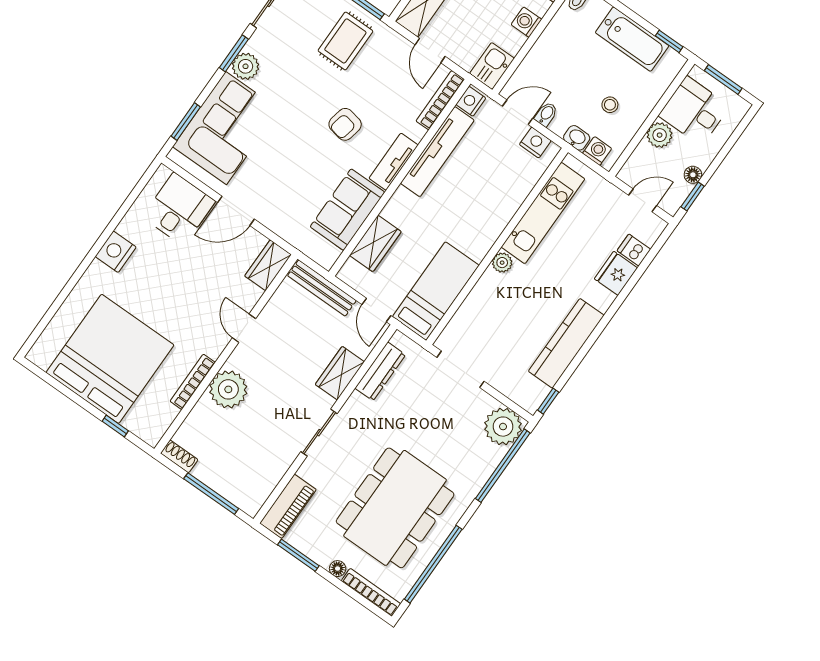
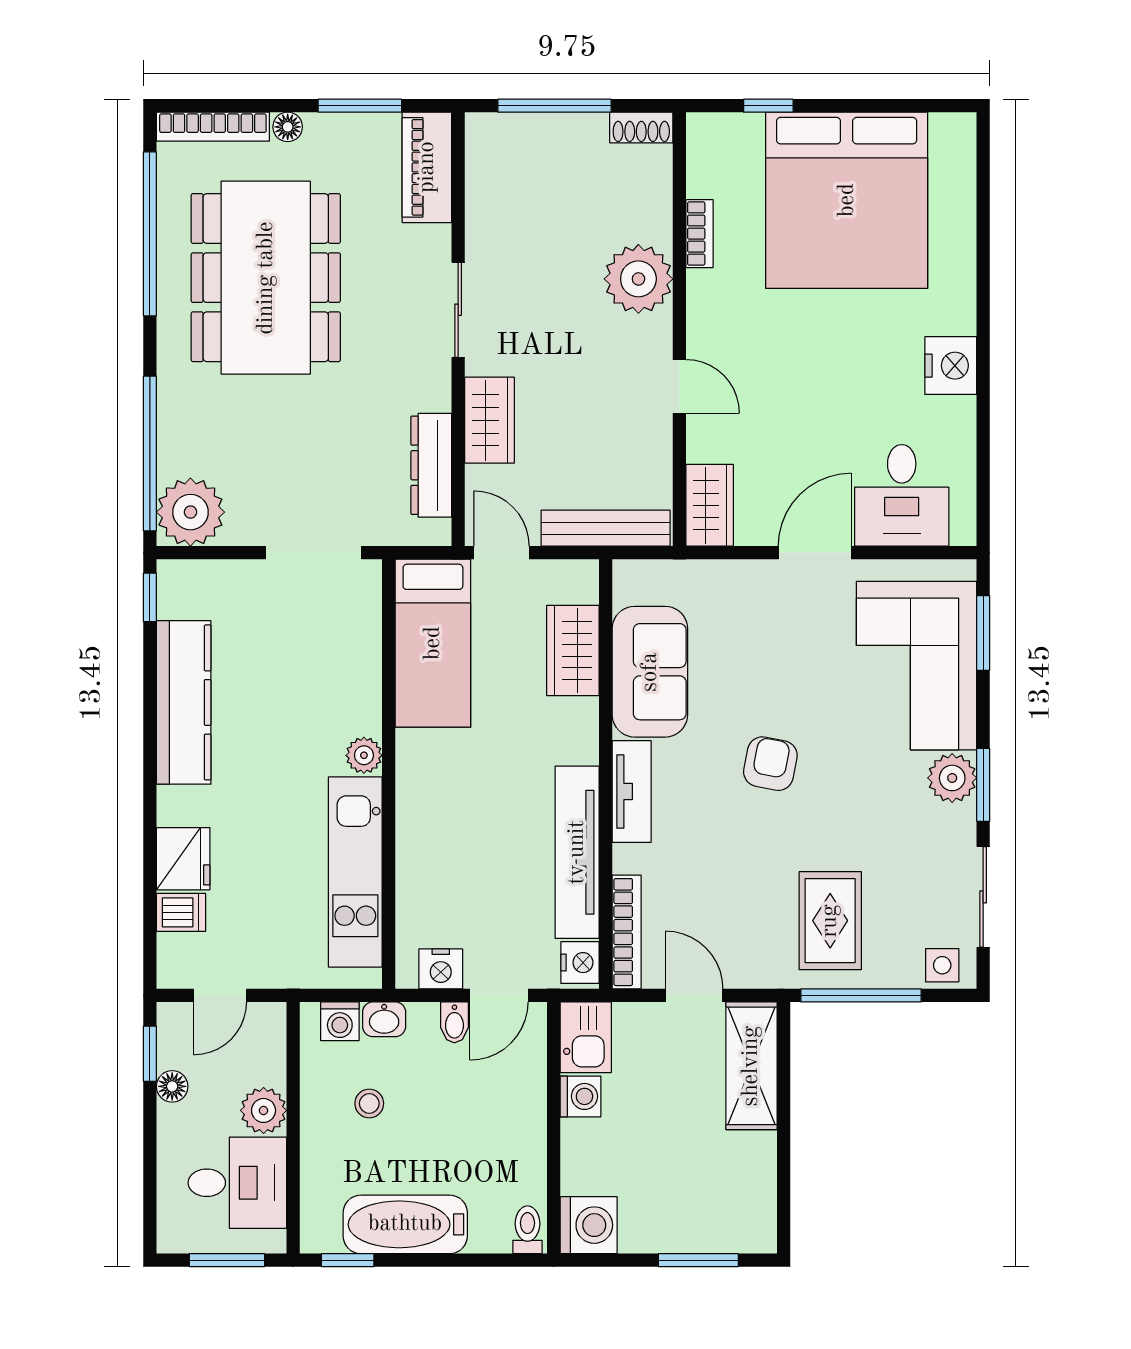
washing machine: (526, 22) -> (580, 1096), moved
armchair: (345, 124) -> (770, 764), moved
bookcase: (193, 382) -> (699, 234), width x0.64

